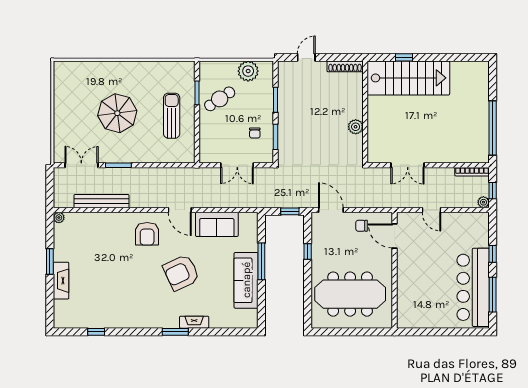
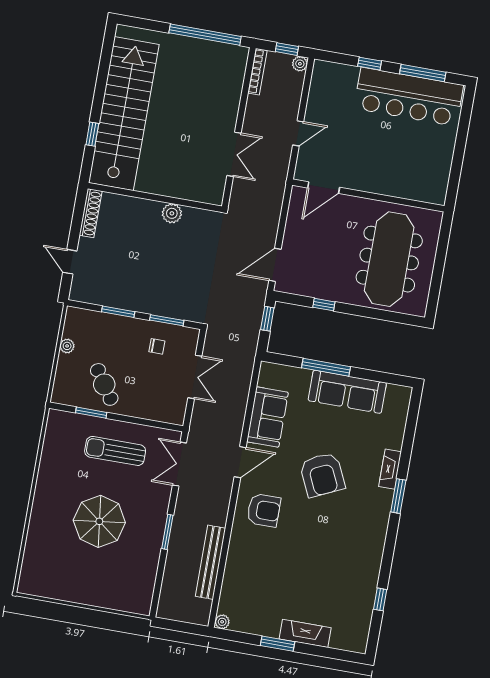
plant: (248, 71) -> (67, 346), width x0.53, depth x0.53
stairs: (408, 78) -> (124, 114), width x1.36
double door: (81, 165) -> (179, 464), moved
chair: (362, 226) -> (303, 228), removed

